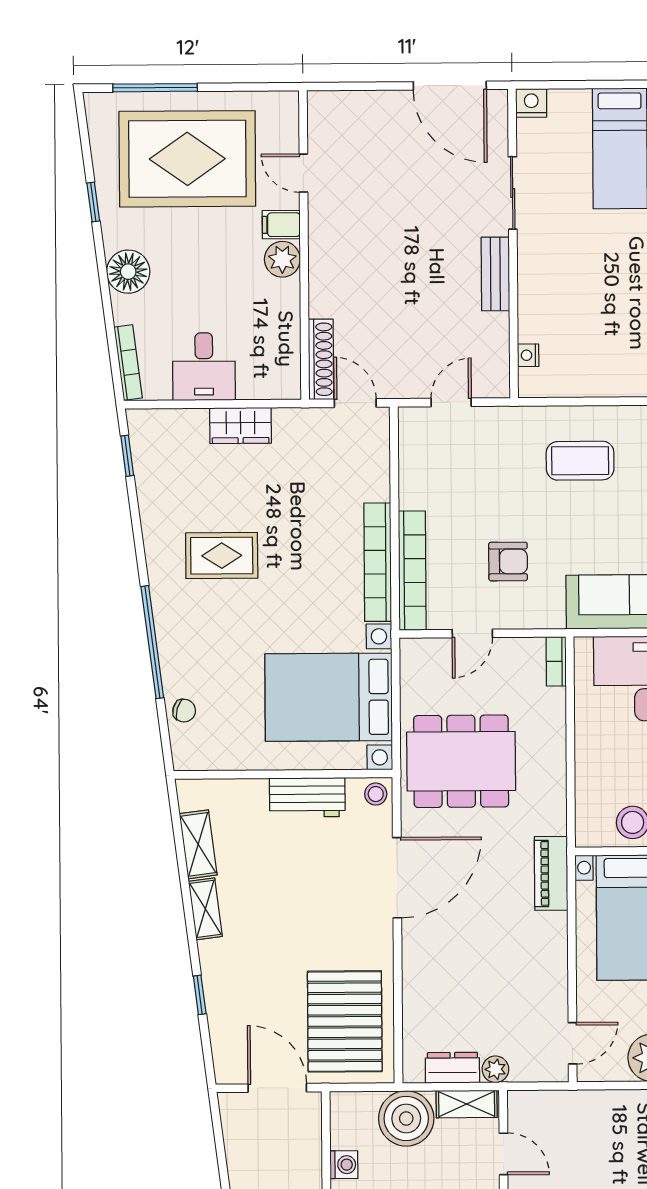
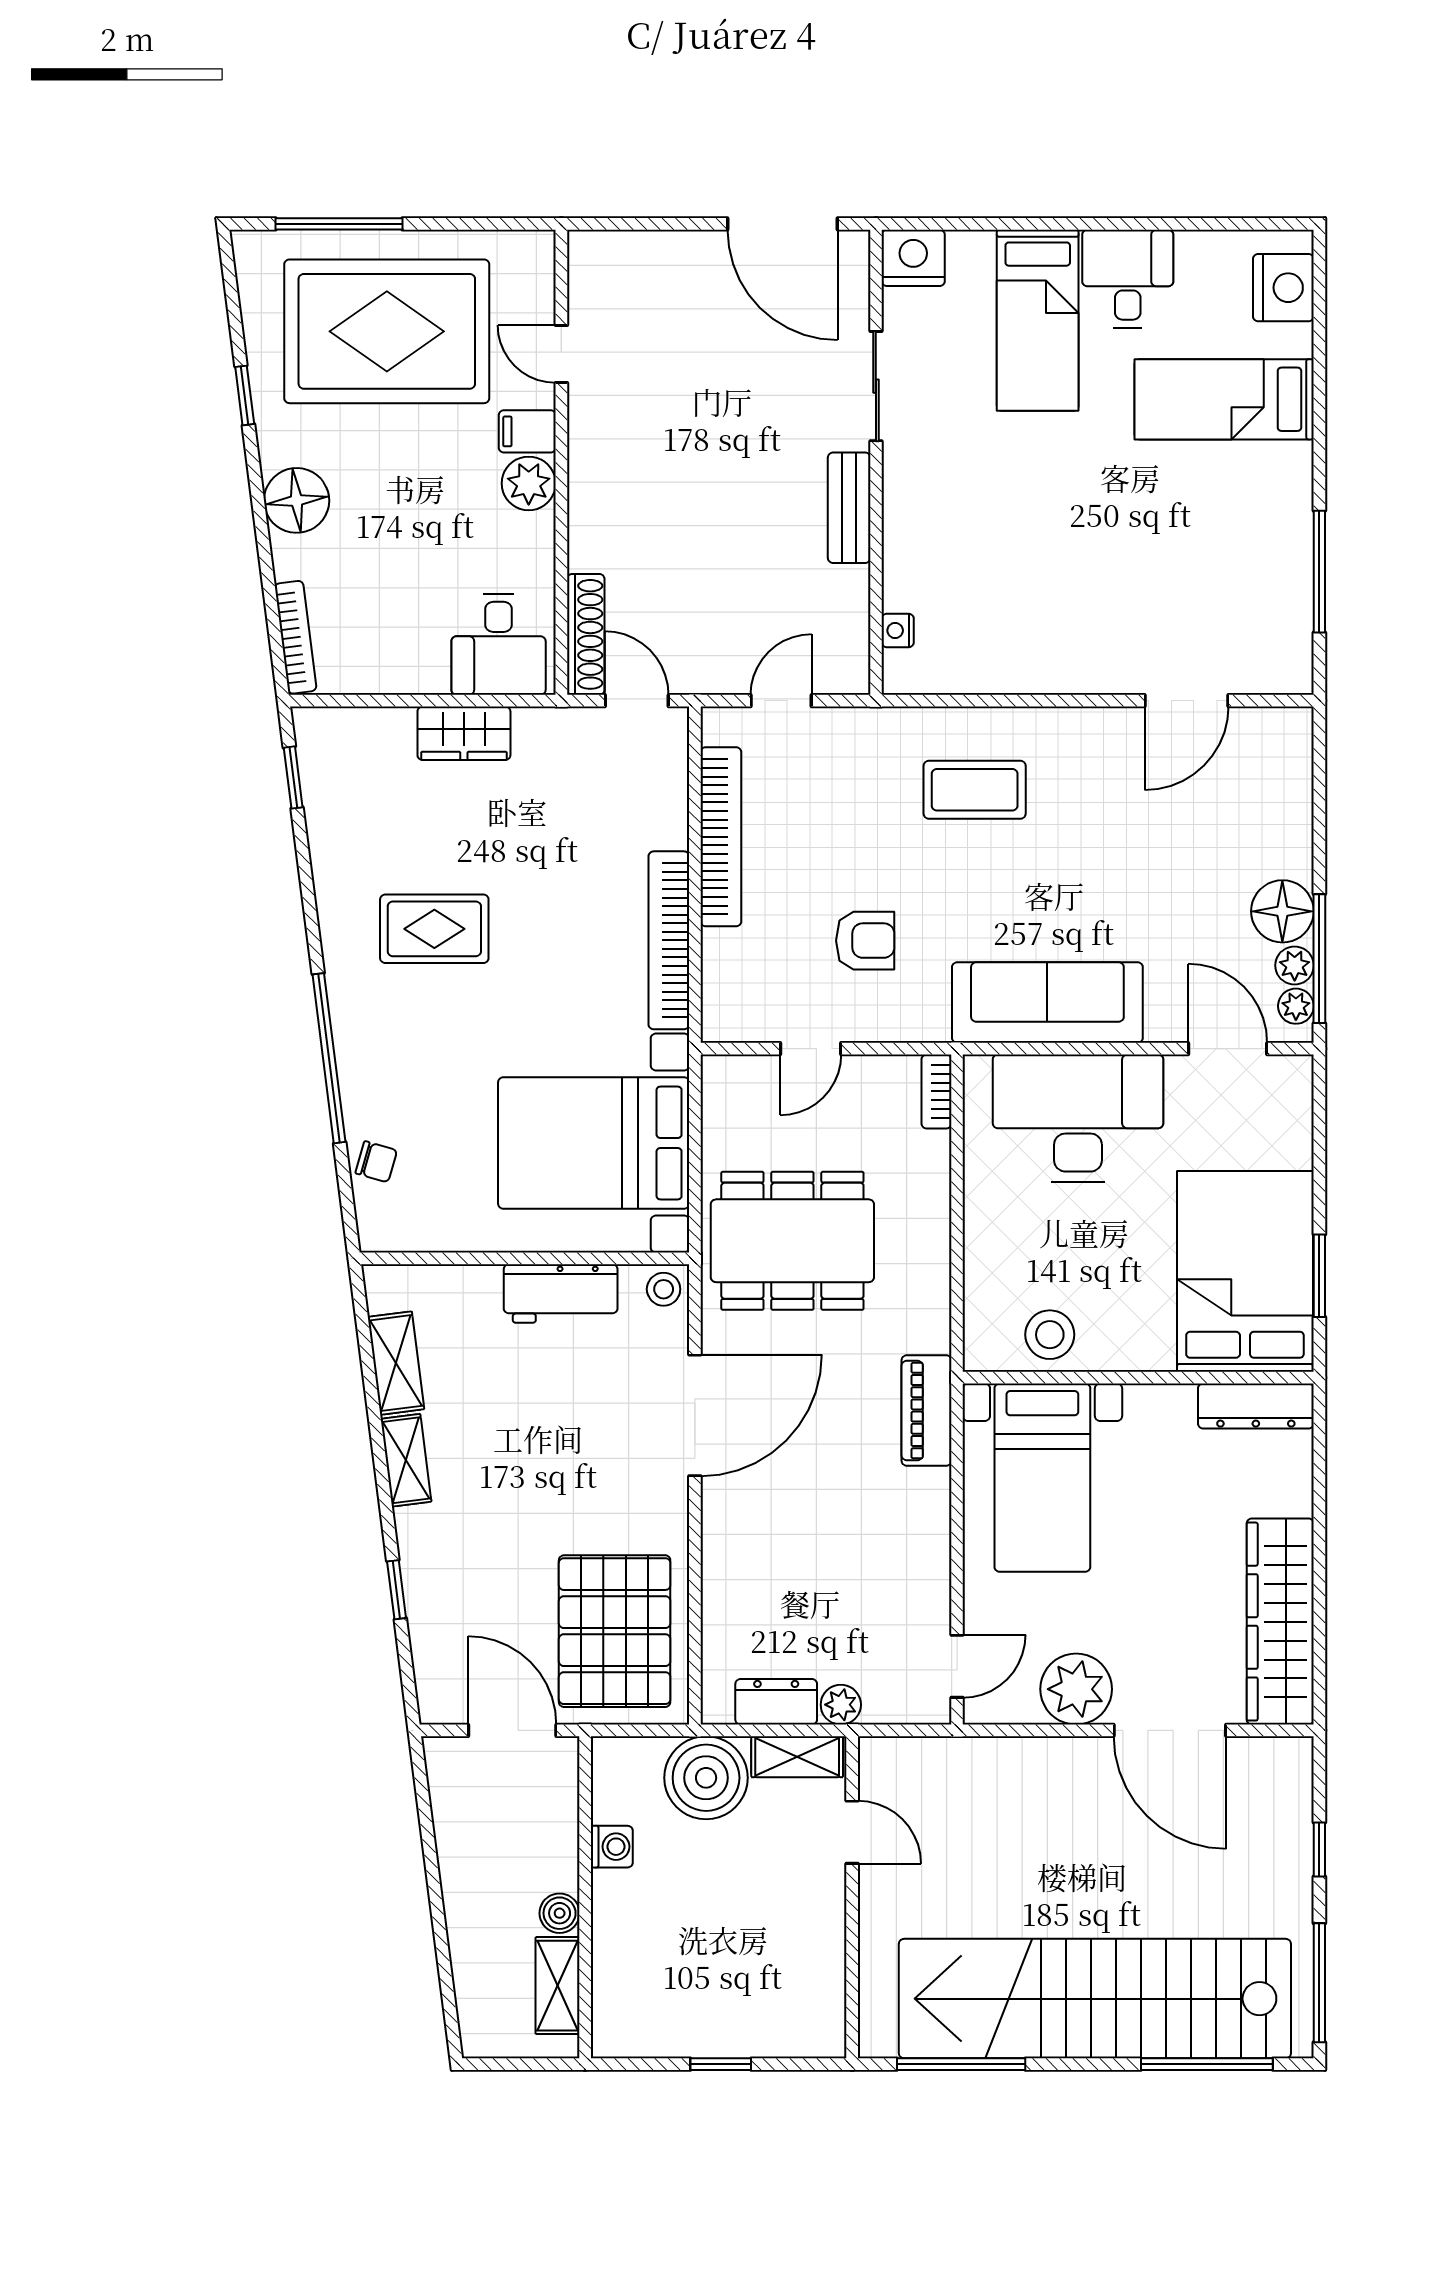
nightstand: (531, 103) -> (913, 258), width x1.36, depth x1.33
desk: (204, 367) -> (499, 644), moved
bookcase: (412, 571) -> (721, 837), moved

